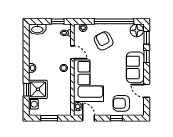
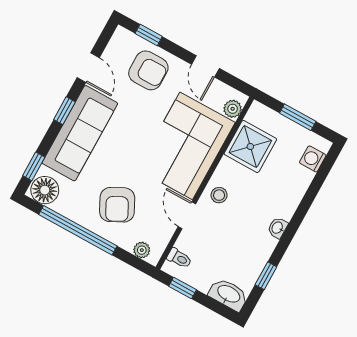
window: (147, 56) -> (64, 111), moved
sofa: (135, 67) -> (80, 133), width x1.36
shower: (38, 89) -> (250, 147), moved
window: (26, 90) -> (266, 276), moved
door: (89, 118) -> (205, 66), moved
window: (116, 118) -> (149, 35), moved

